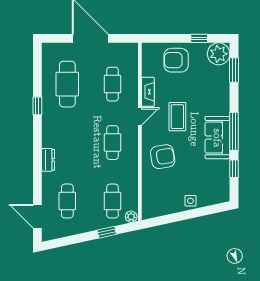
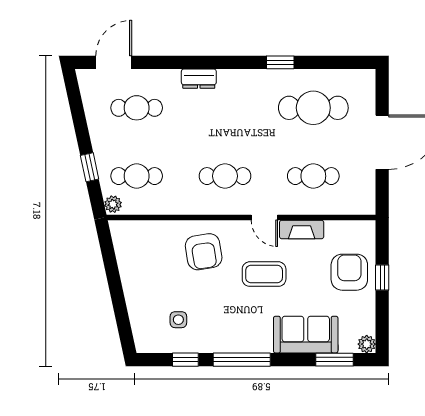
window: (199, 38) -> (382, 277), moved
plant: (219, 54) -> (367, 344), width x0.53, depth x0.53
sofa: (217, 138) -> (306, 335), moved
side table: (190, 201) -> (178, 320), moved

